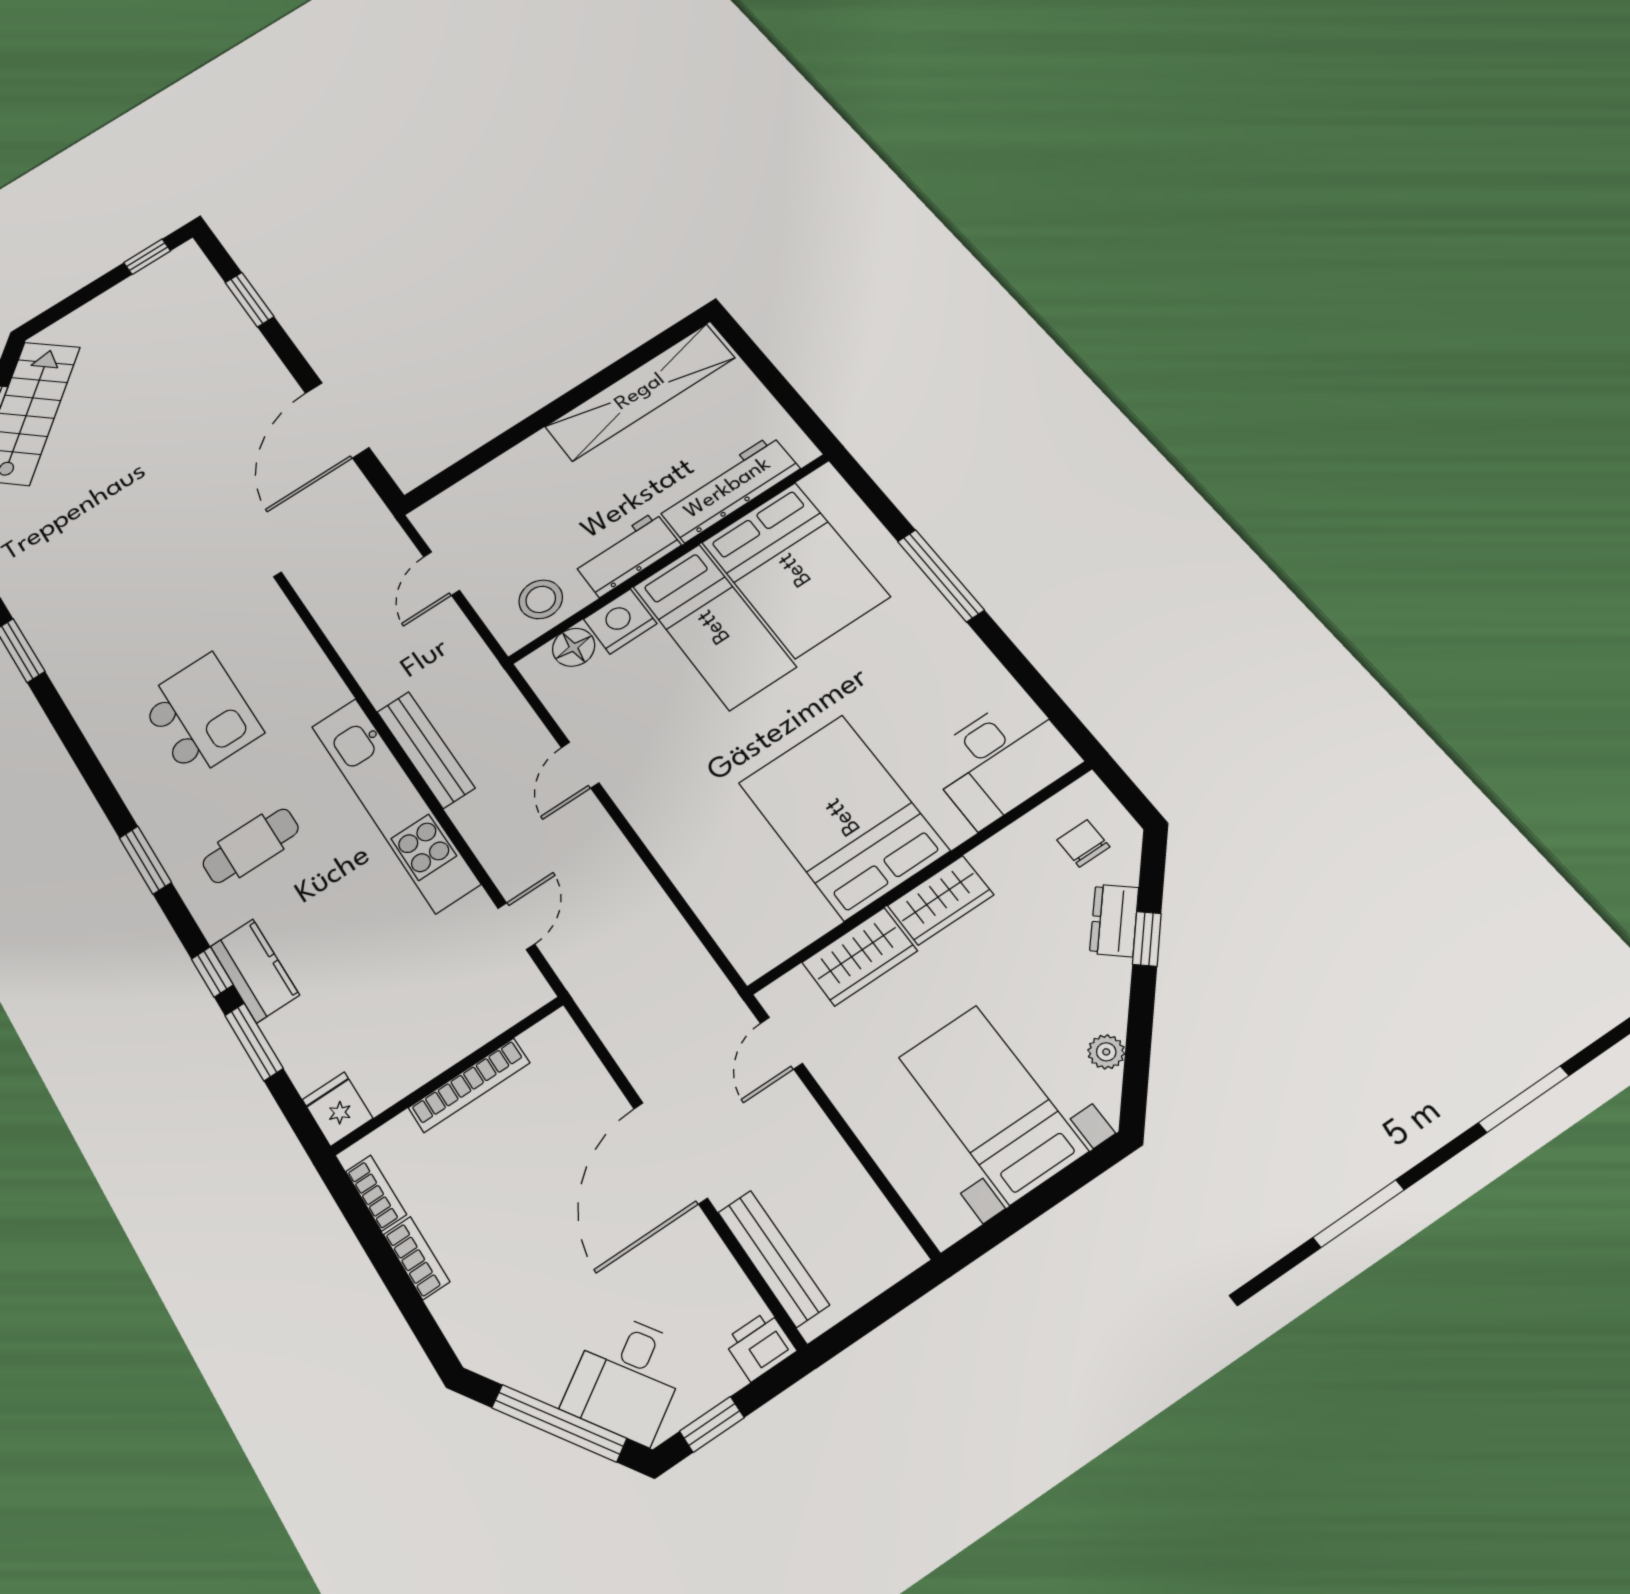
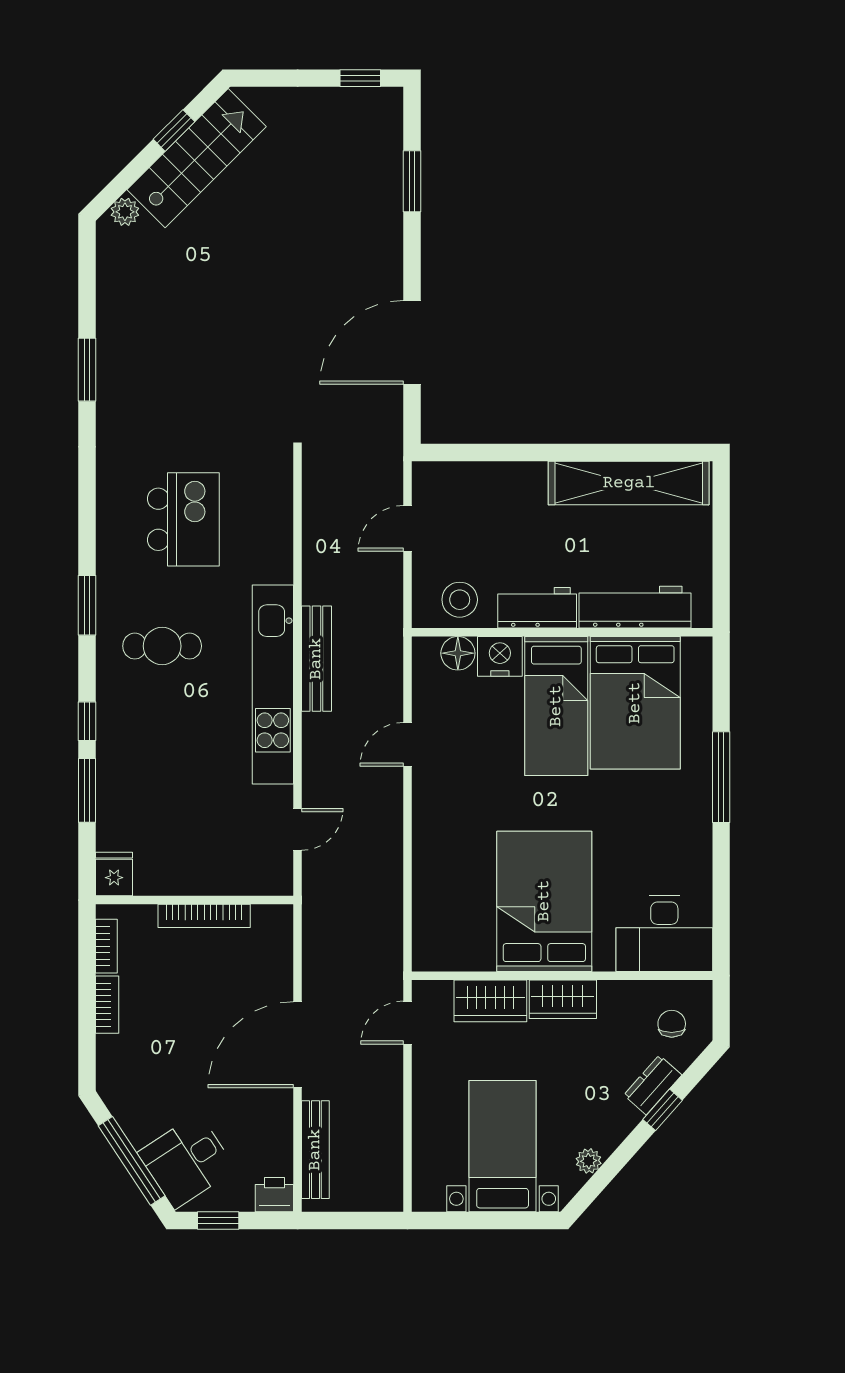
kitchen counter: (255, 971) -> (115, 740), removed

